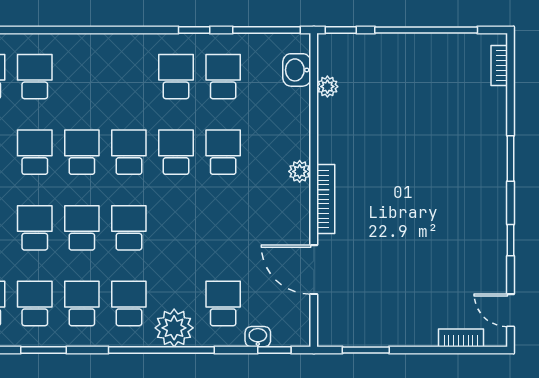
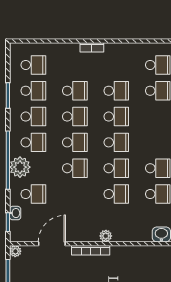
plant: (327, 87) -> (15, 251), moved
school desk: (176, 228) -> (75, 168), added

